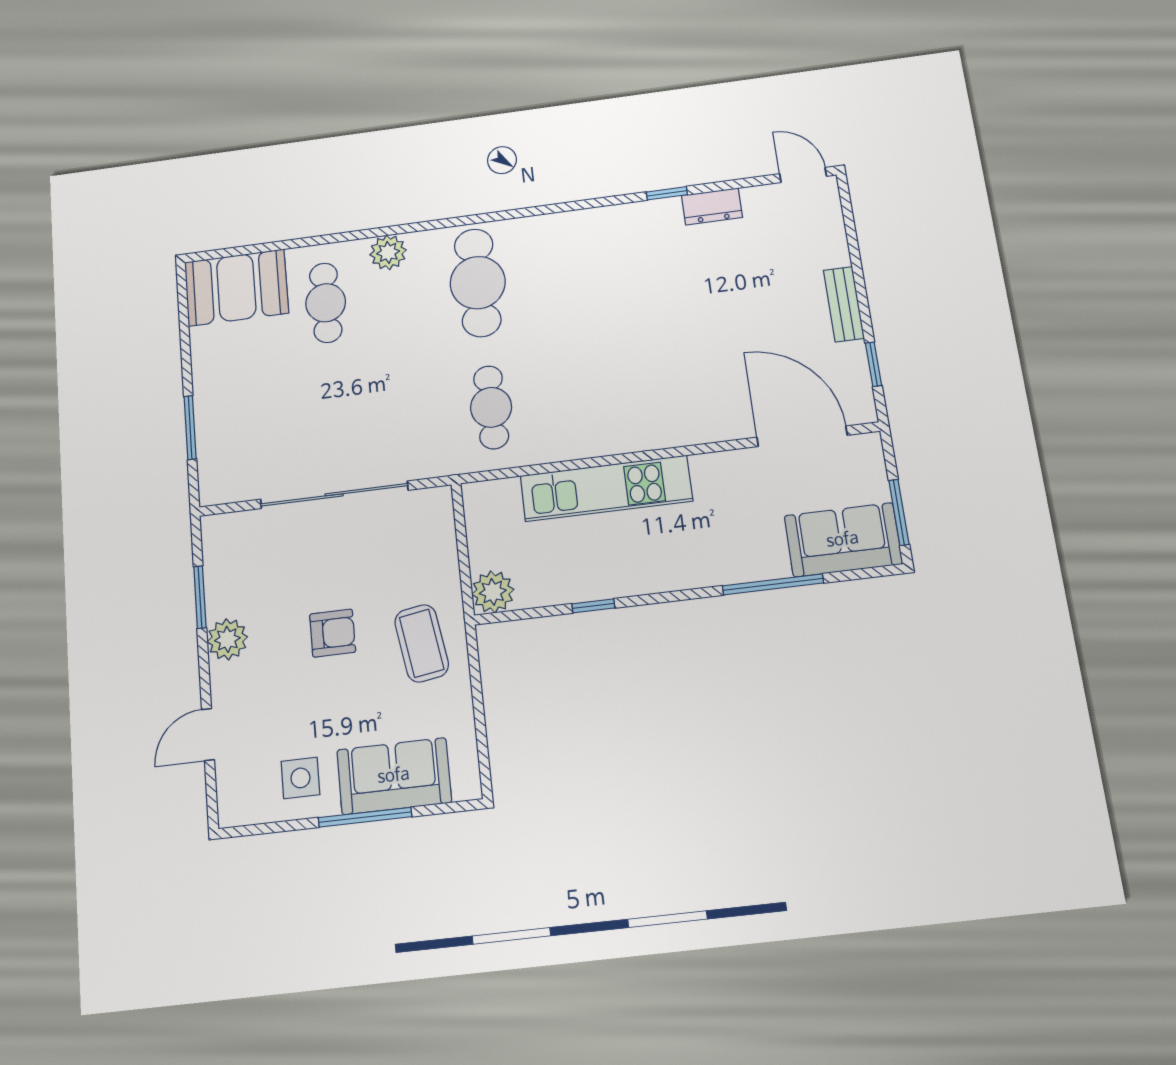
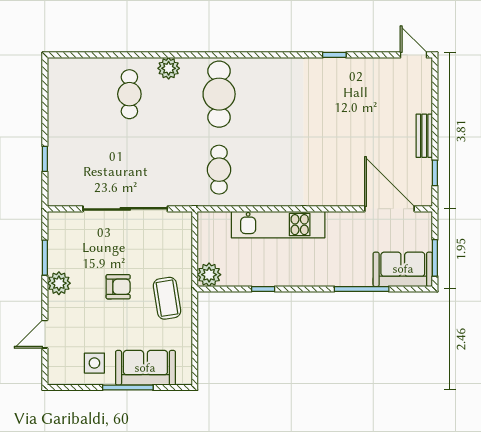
dresser: (712, 206) -> (359, 67), removed
booth: (236, 288) -> (77, 77), removed
window: (190, 428) -> (45, 159), width x0.67

